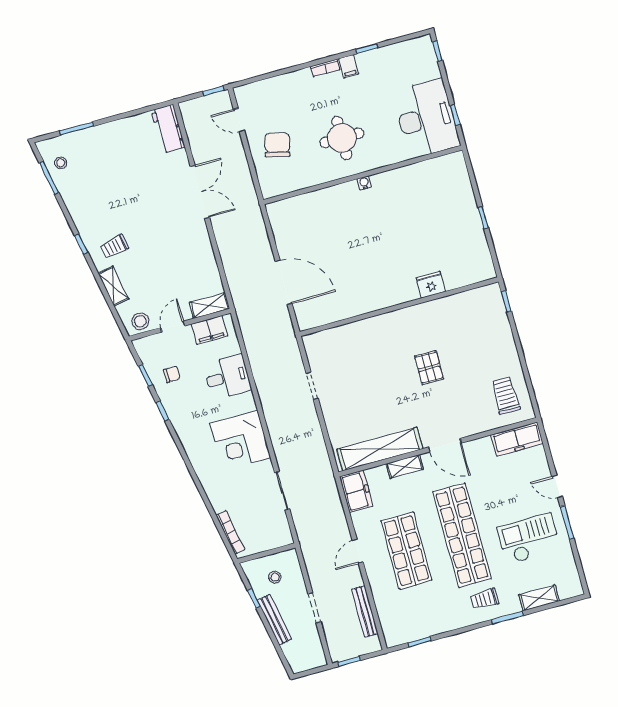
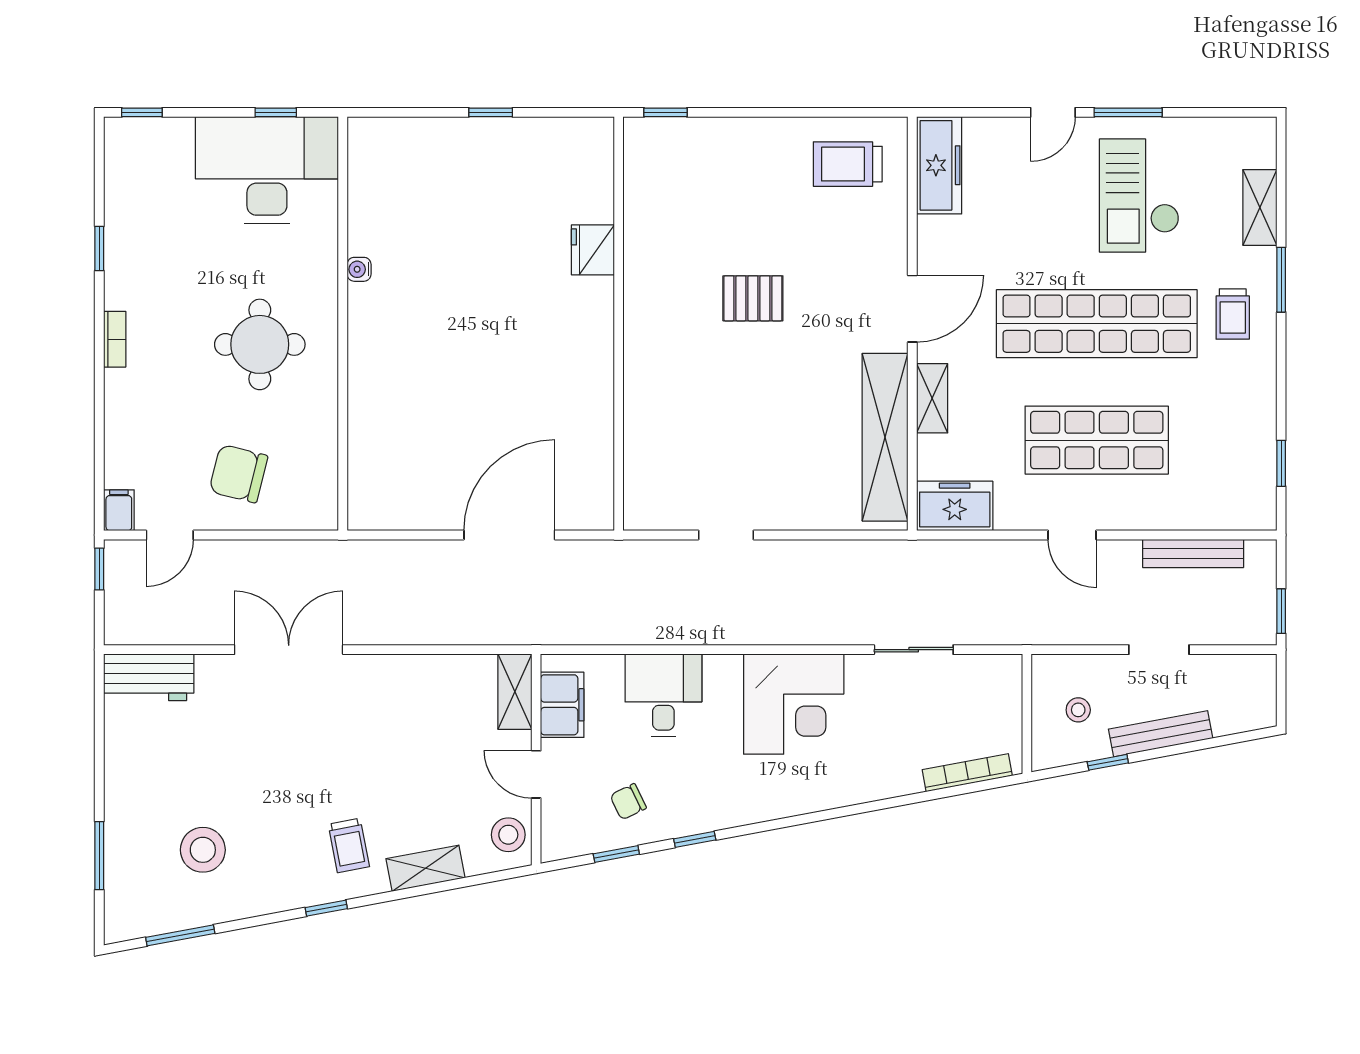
filing cabinet: (349, 66) -> (119, 510), moved, turned -90
stool: (61, 163) -> (203, 850), moved, width x1.89, depth x1.89
water cooler: (364, 183) -> (359, 269), moved
chair: (172, 374) -> (628, 802), turned -116

